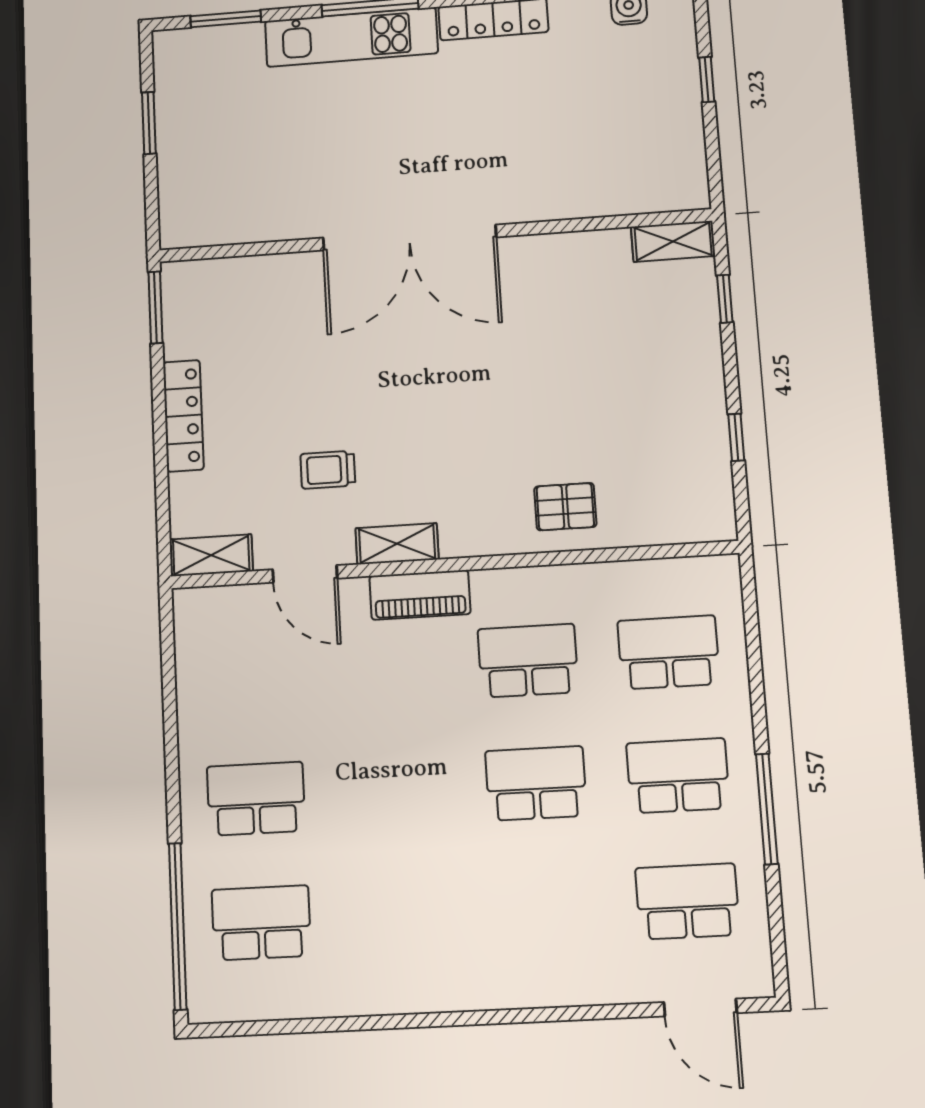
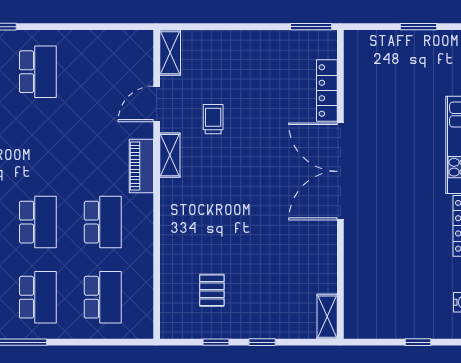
window: (725, 299) -> (262, 342), moved
locker: (183, 416) -> (327, 91), moved, turned 90
pallet: (565, 507) -> (212, 290), moved

